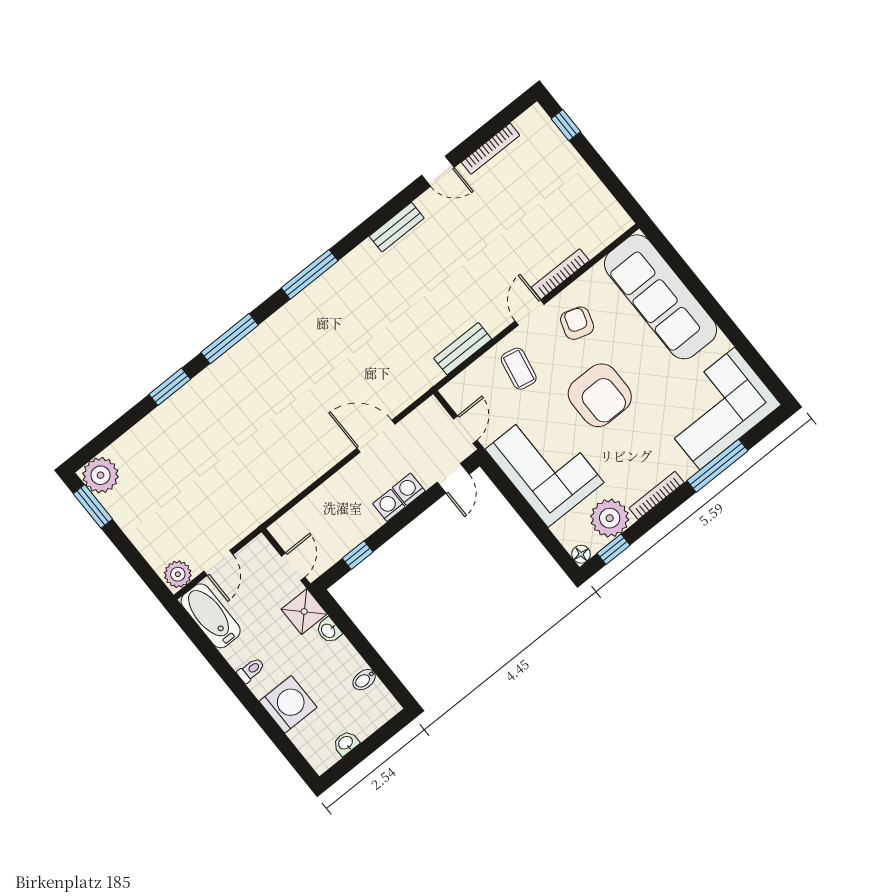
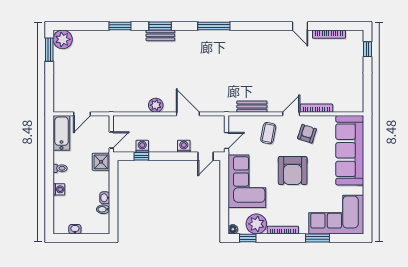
bench: (397, 227) -> (160, 35), moved
window: (230, 339) -> (160, 26), width x0.69
window: (717, 466) -> (318, 238), width x0.69
washing machine: (389, 505) -> (142, 146), moved
plant: (178, 574) -> (156, 105), moved
washbasin: (329, 630) -> (105, 198), moved
washing machine: (288, 704) -> (59, 189), width x0.53, depth x0.53

